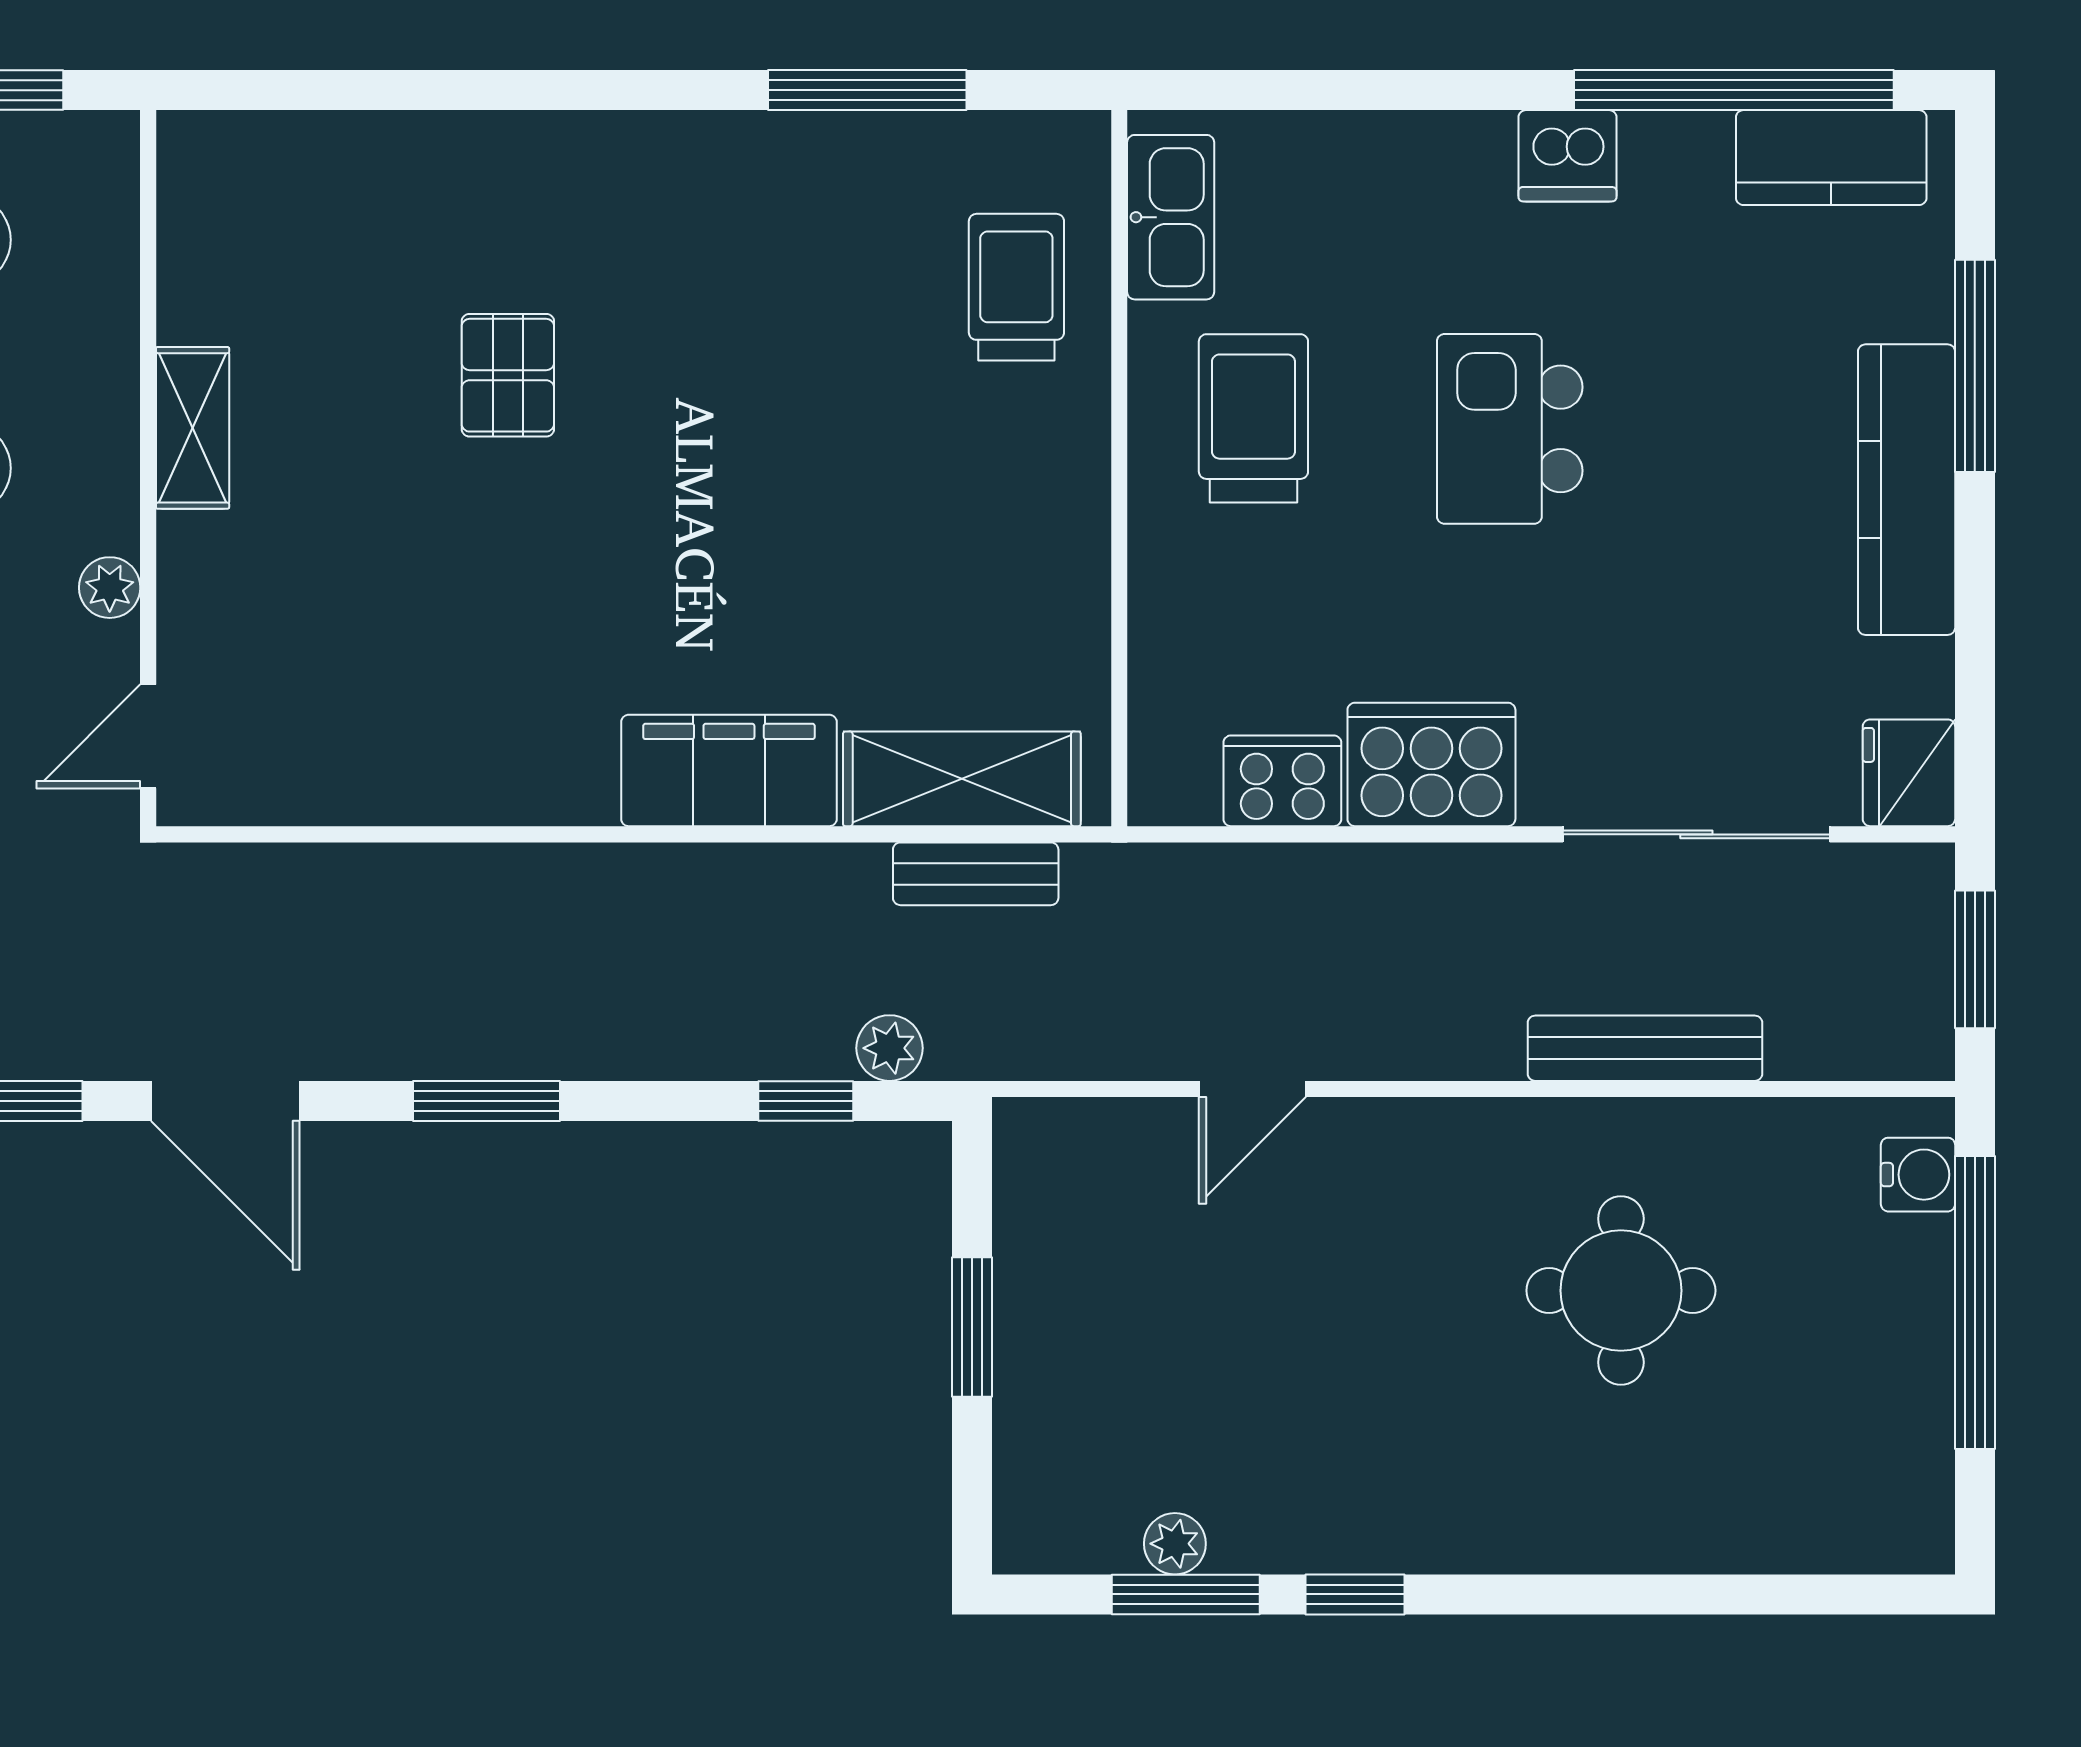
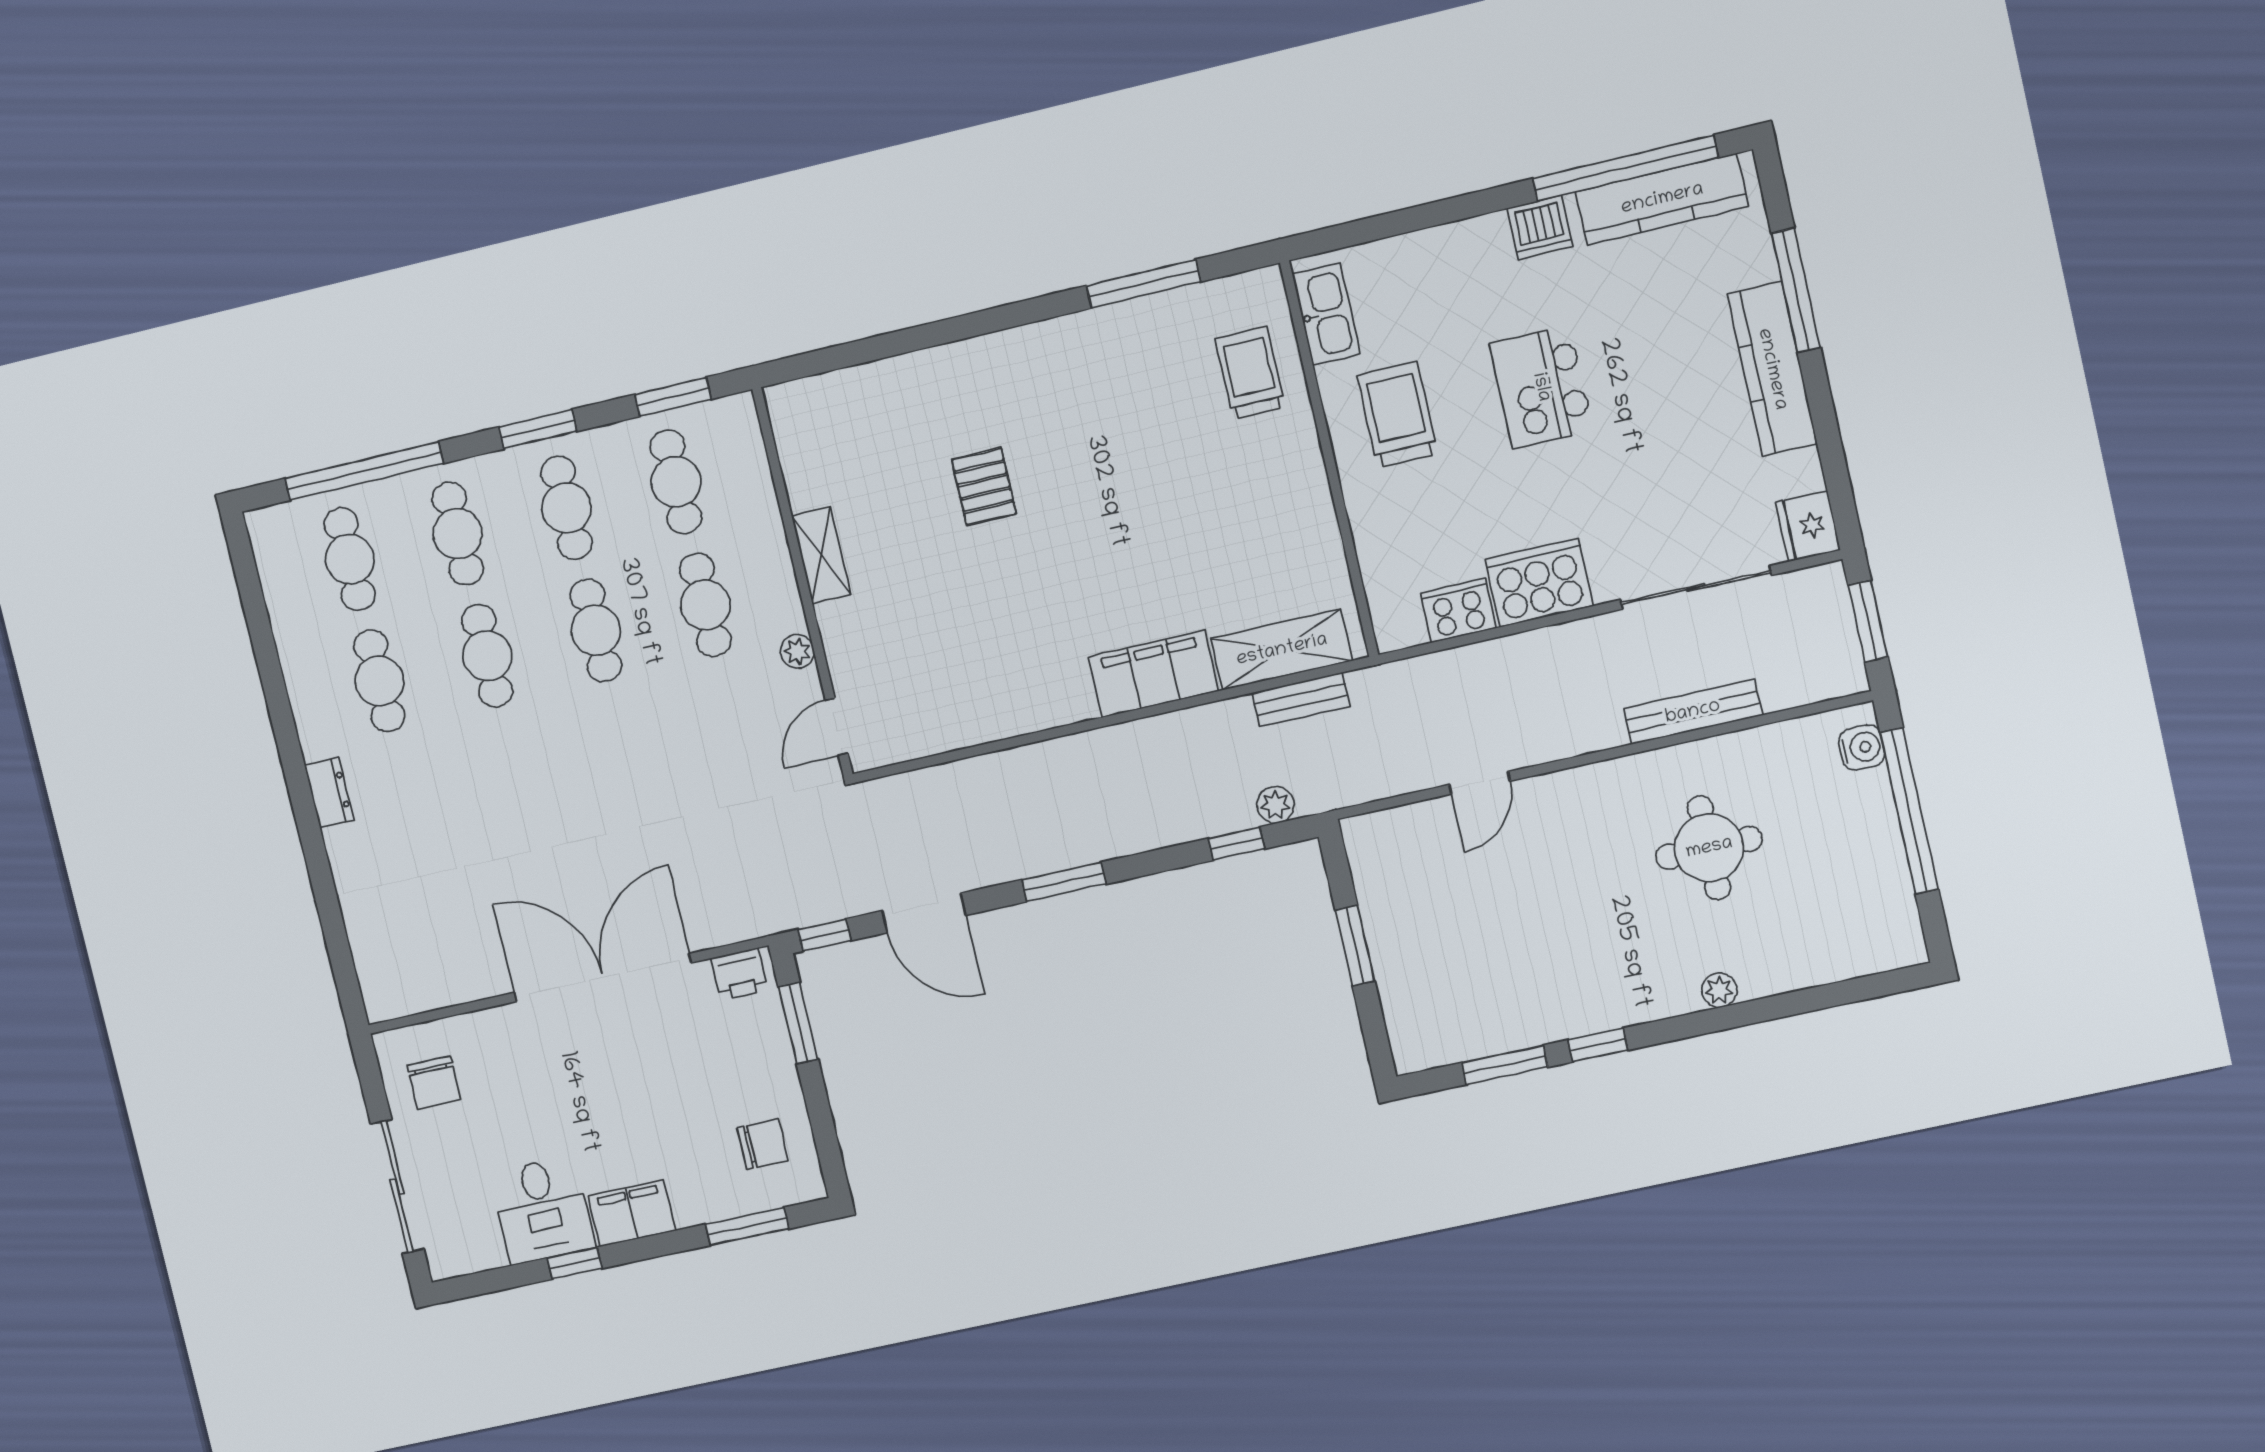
kitchen counter: (1831, 158) -> (1662, 199), width x1.50
plant: (1175, 1544) -> (1719, 990), moved

